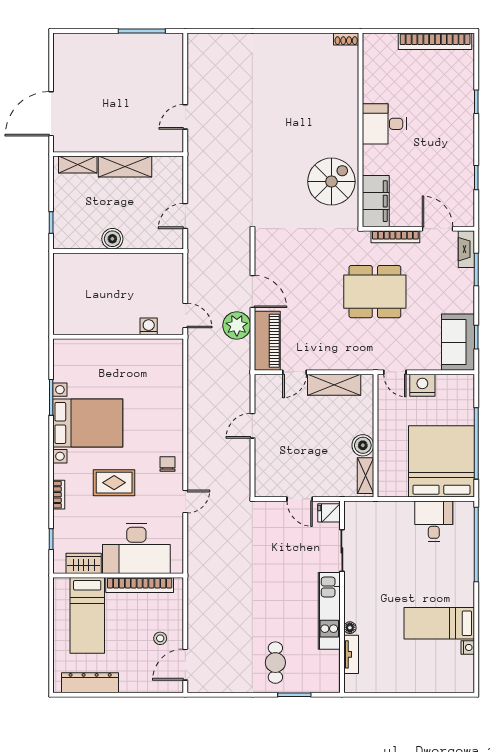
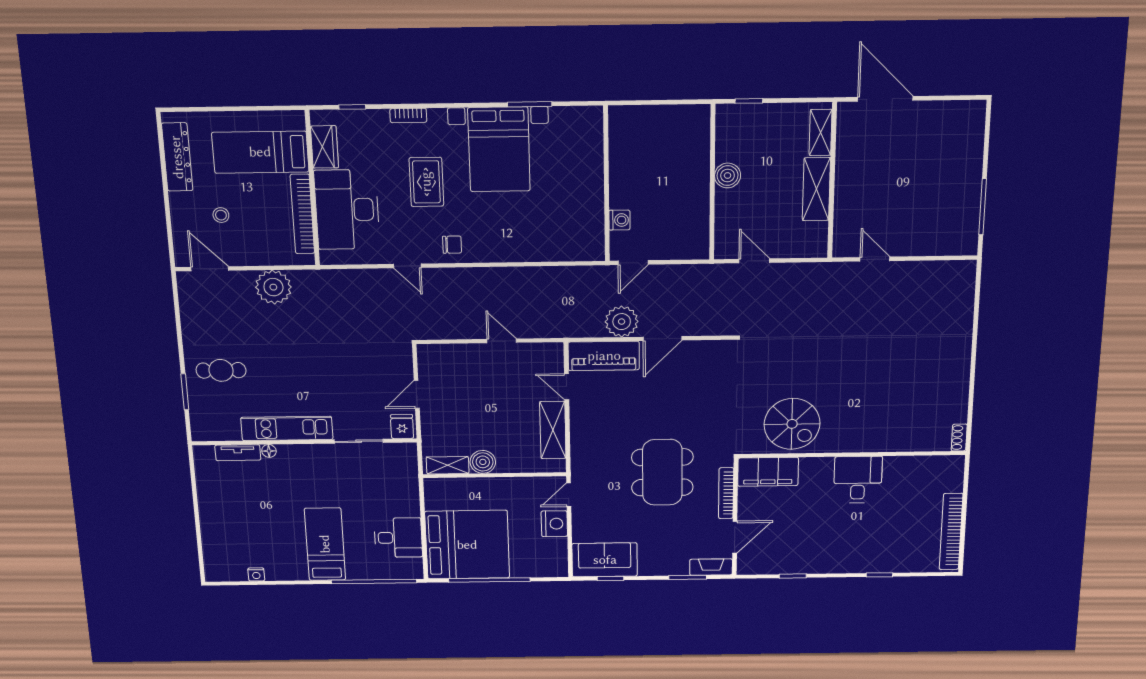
plant: (202, 613) -> (273, 287), added
bed: (439, 623) -> (325, 544), moved
stool: (160, 638) -> (221, 215), moved

